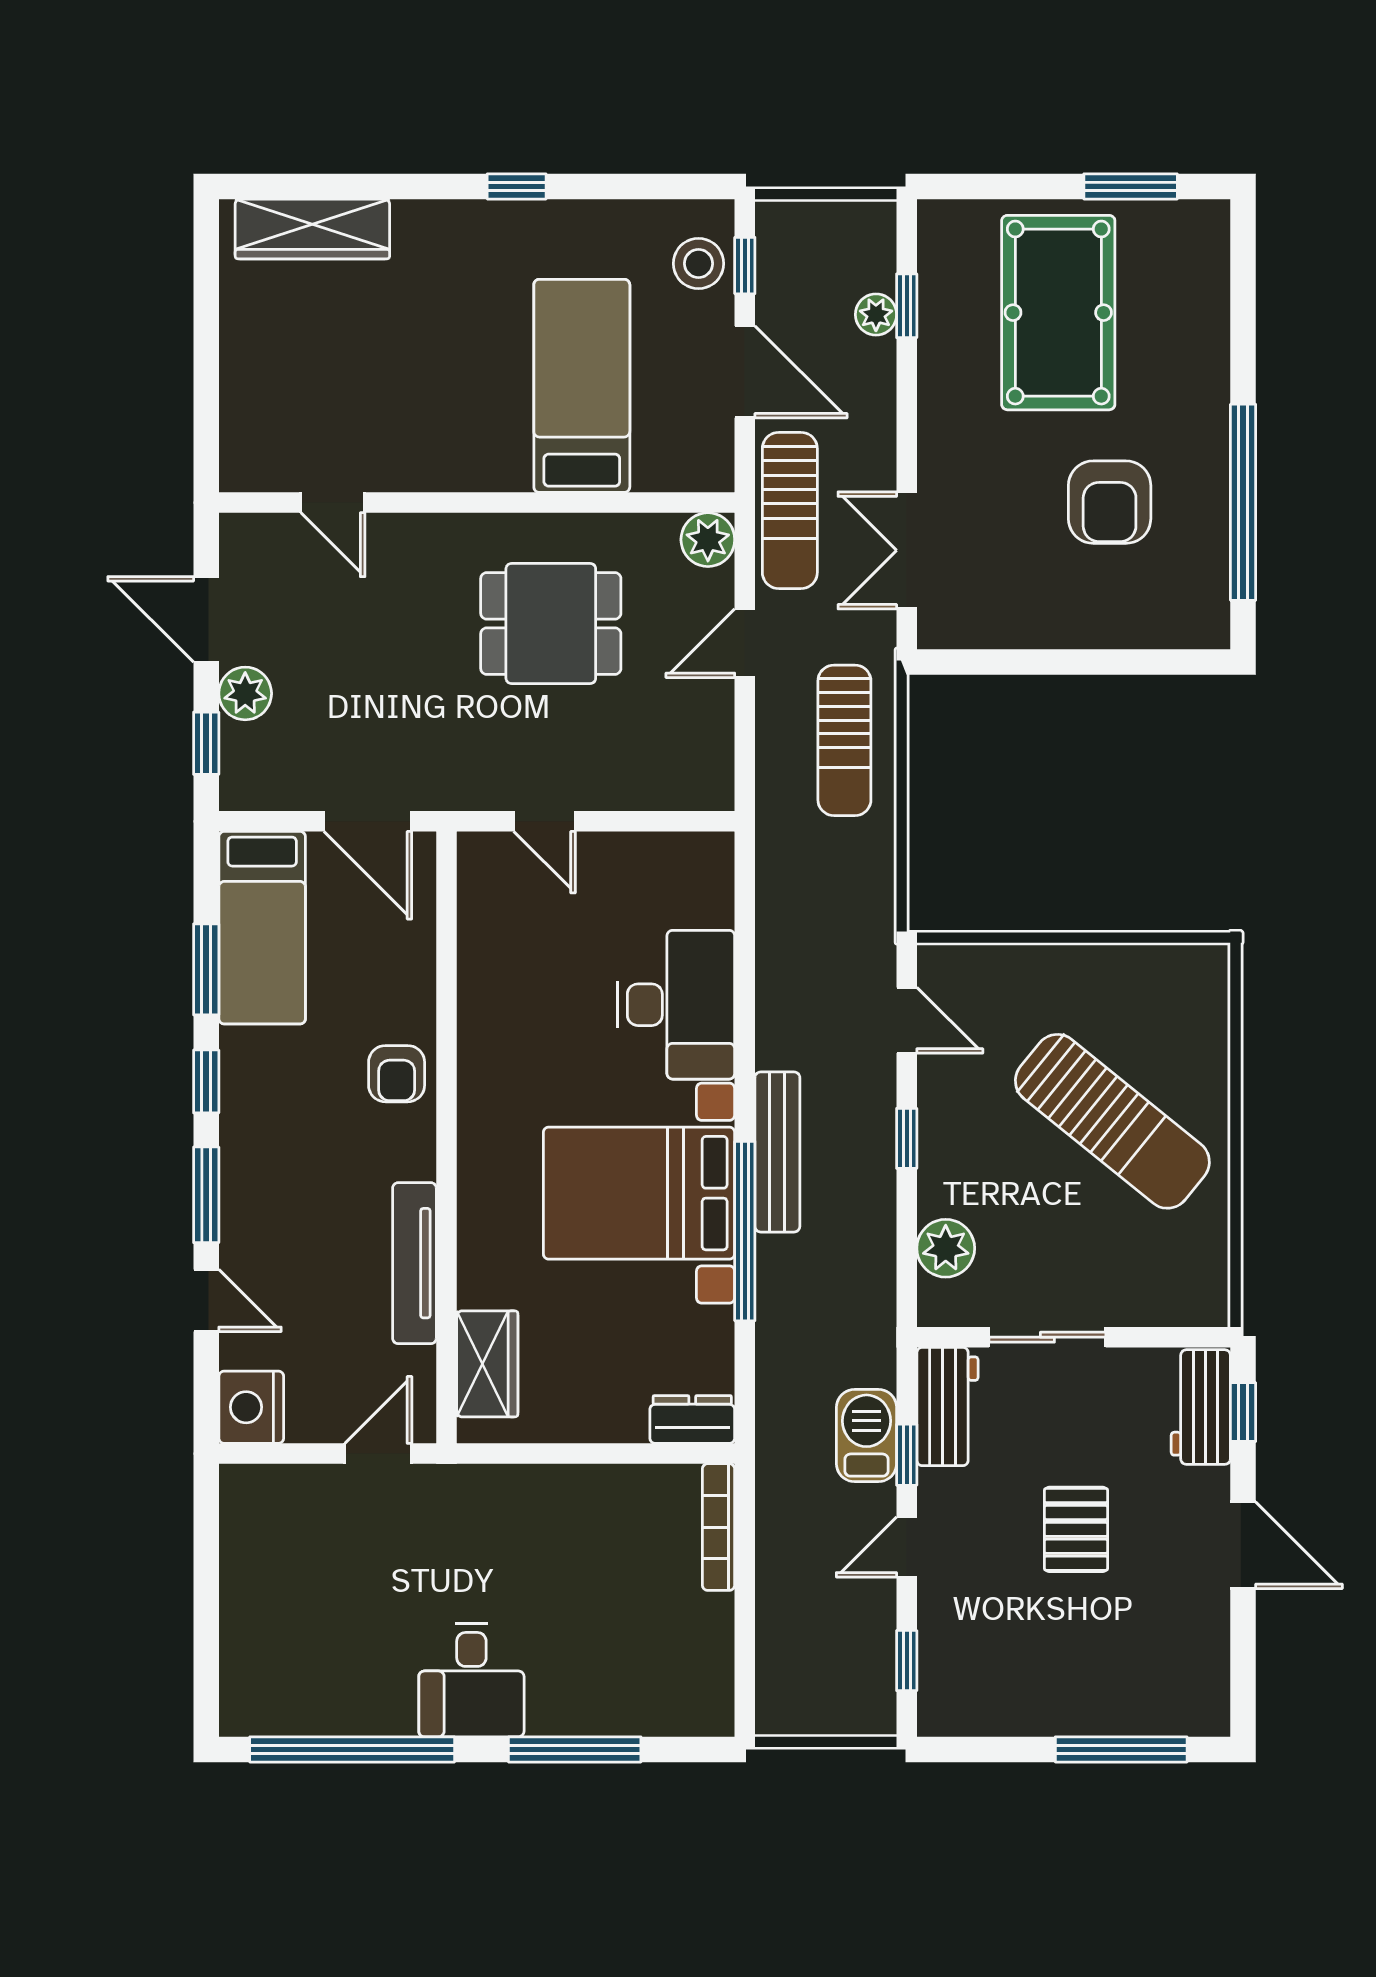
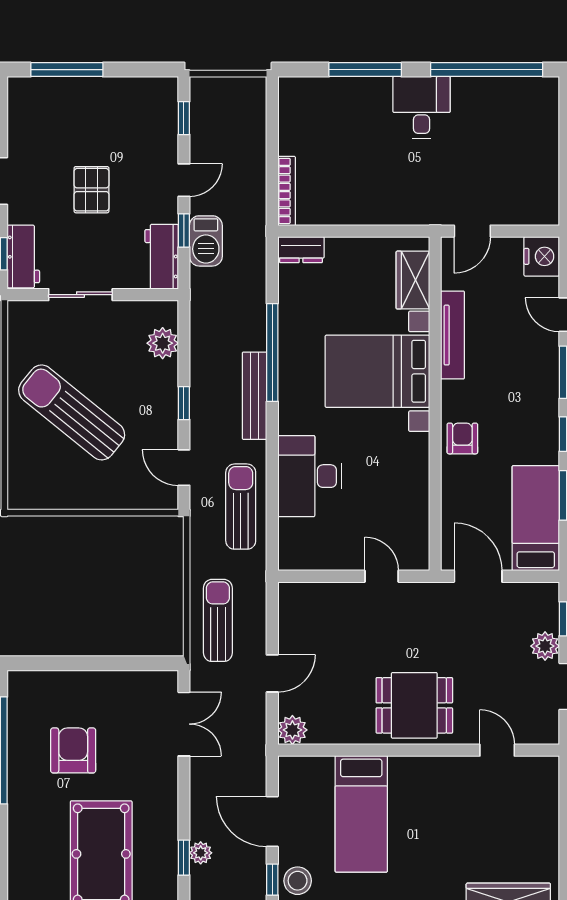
sun lounger: (790, 510) -> (241, 507), moved
dining table: (551, 624) -> (414, 705), moved
bed with nightstands: (639, 1193) -> (377, 371), moved, turned 180
sliding door: (1047, 1337) -> (80, 295), moved

